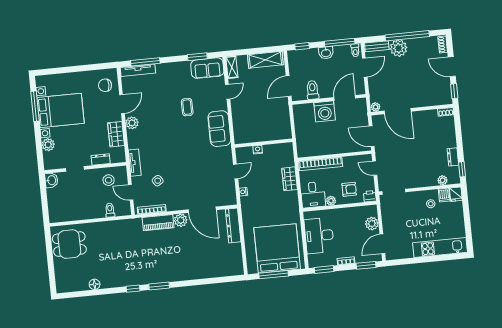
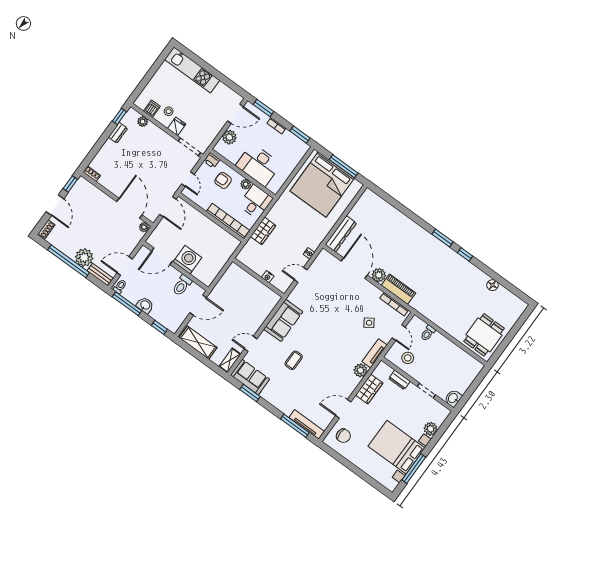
plant: (132, 123) -> (361, 370), moved
fridge: (456, 194) -> (177, 126), moved
desk: (319, 236) -> (258, 165), moved, turned 90
dining table: (69, 244) -> (484, 335), turned 90

